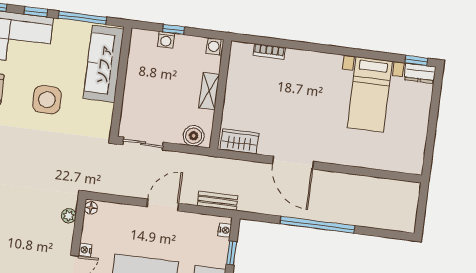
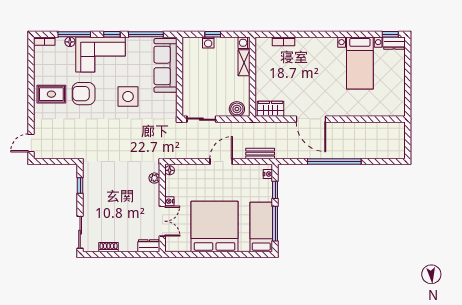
shelving: (209, 91) -> (244, 63), moved

